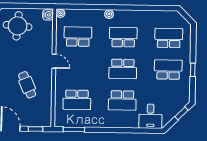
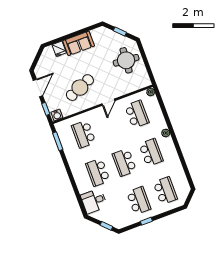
water cooler: (48, 15) -> (57, 115), moved
cafe table: (27, 85) -> (80, 88), width x1.37, depth x1.35

